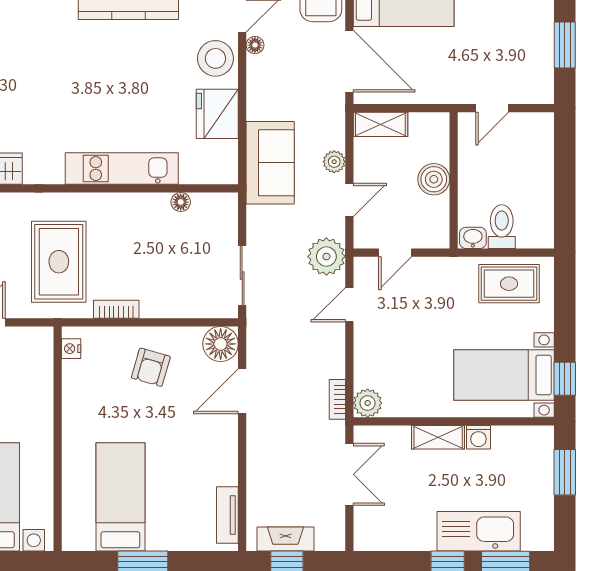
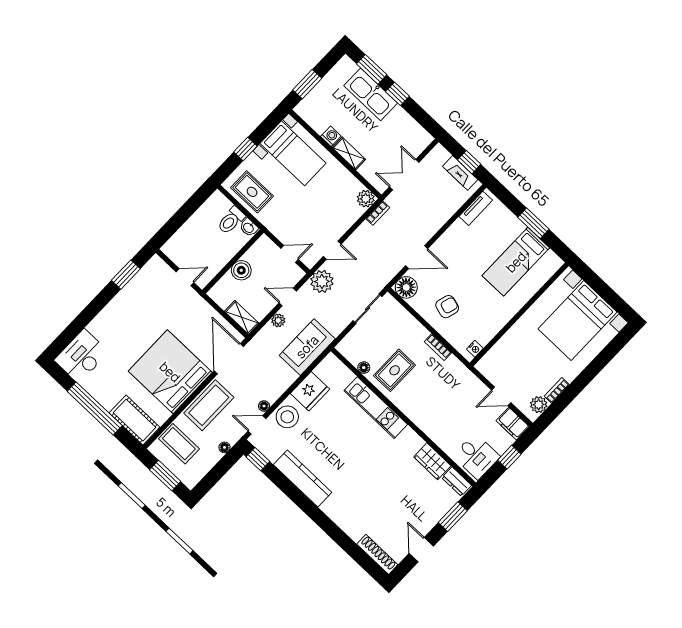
rug: (59, 262) -> (395, 370), moved, width x0.73, depth x0.70
window: (565, 379) -> (245, 149), moved

